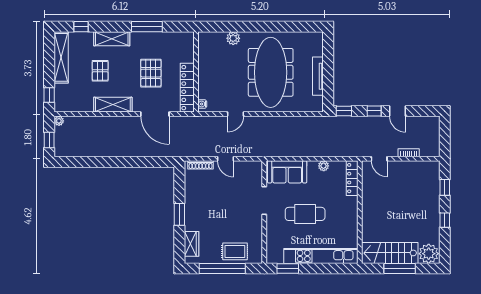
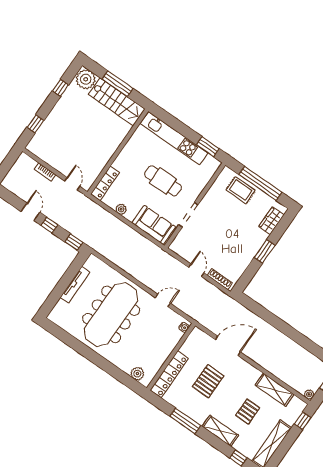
plant: (233, 38) -> (137, 374), moved
locker: (187, 88) -> (169, 374), moved
shelving: (113, 105) -> (275, 390), moved
door: (155, 114) -> (228, 346), hinge flipped
window: (445, 220) -> (61, 88), moved

